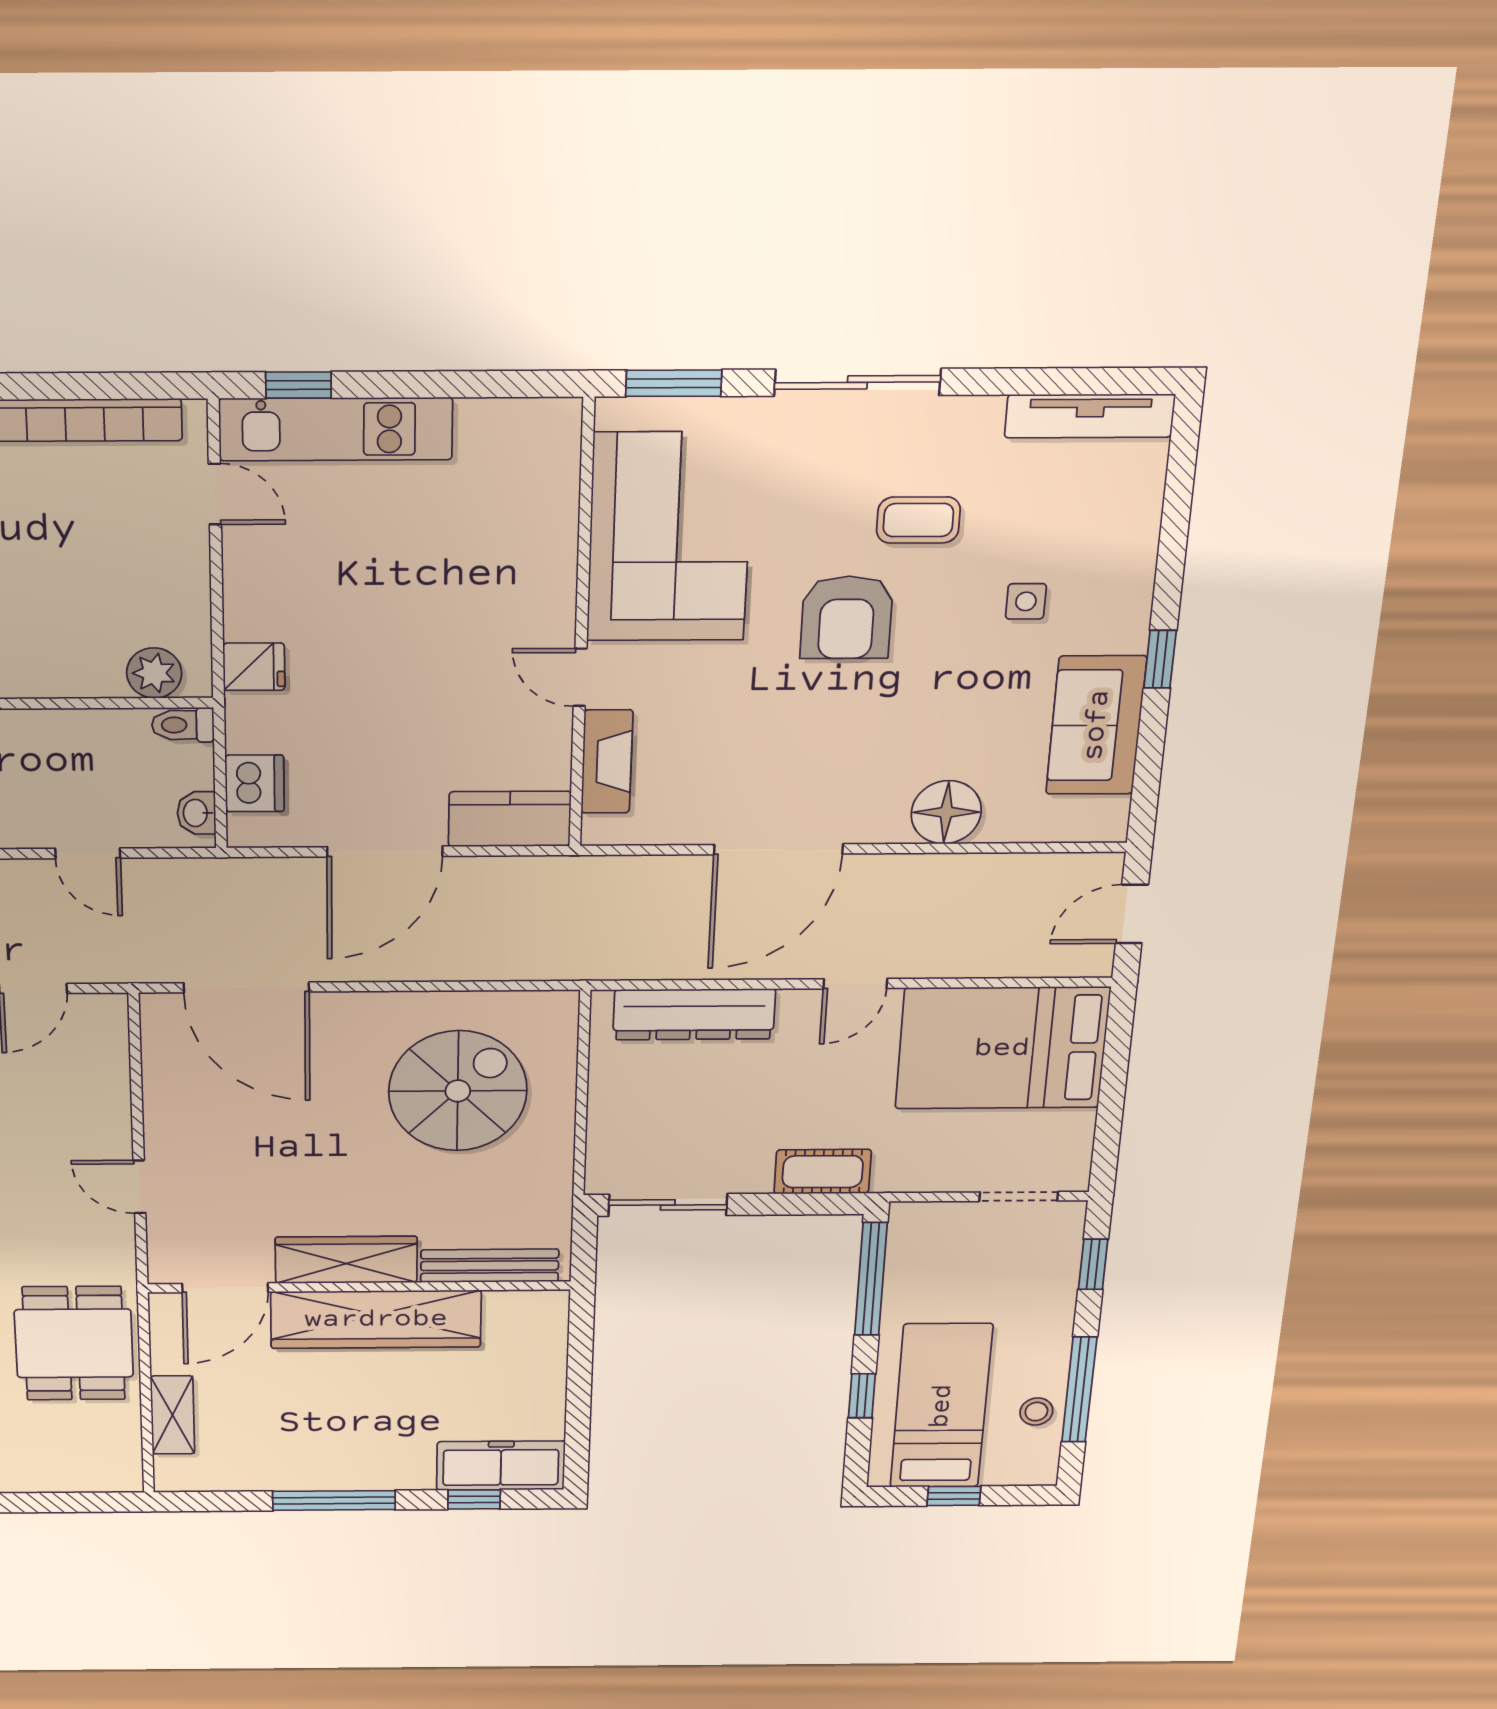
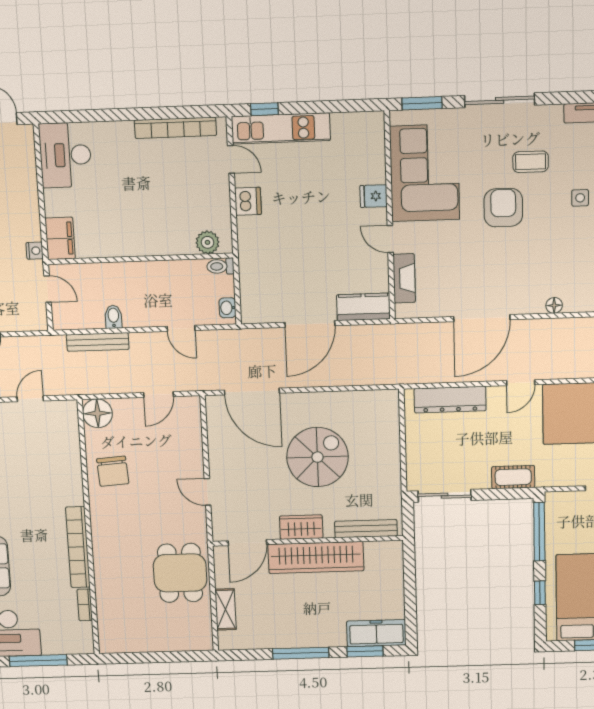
armchair: (847, 617) -> (503, 208), turned 180
fridge: (254, 667) -> (374, 196), moved, turned 180
dishwasher: (255, 783) -> (248, 201), moved
floor lamp: (946, 812) -> (554, 305), width x0.53, depth x0.53
spiral stairs: (458, 1091) -> (317, 457), moved
wardrobe: (346, 1260) -> (301, 527), width x0.67
window: (474, 1499) -> (365, 651), width x1.50

